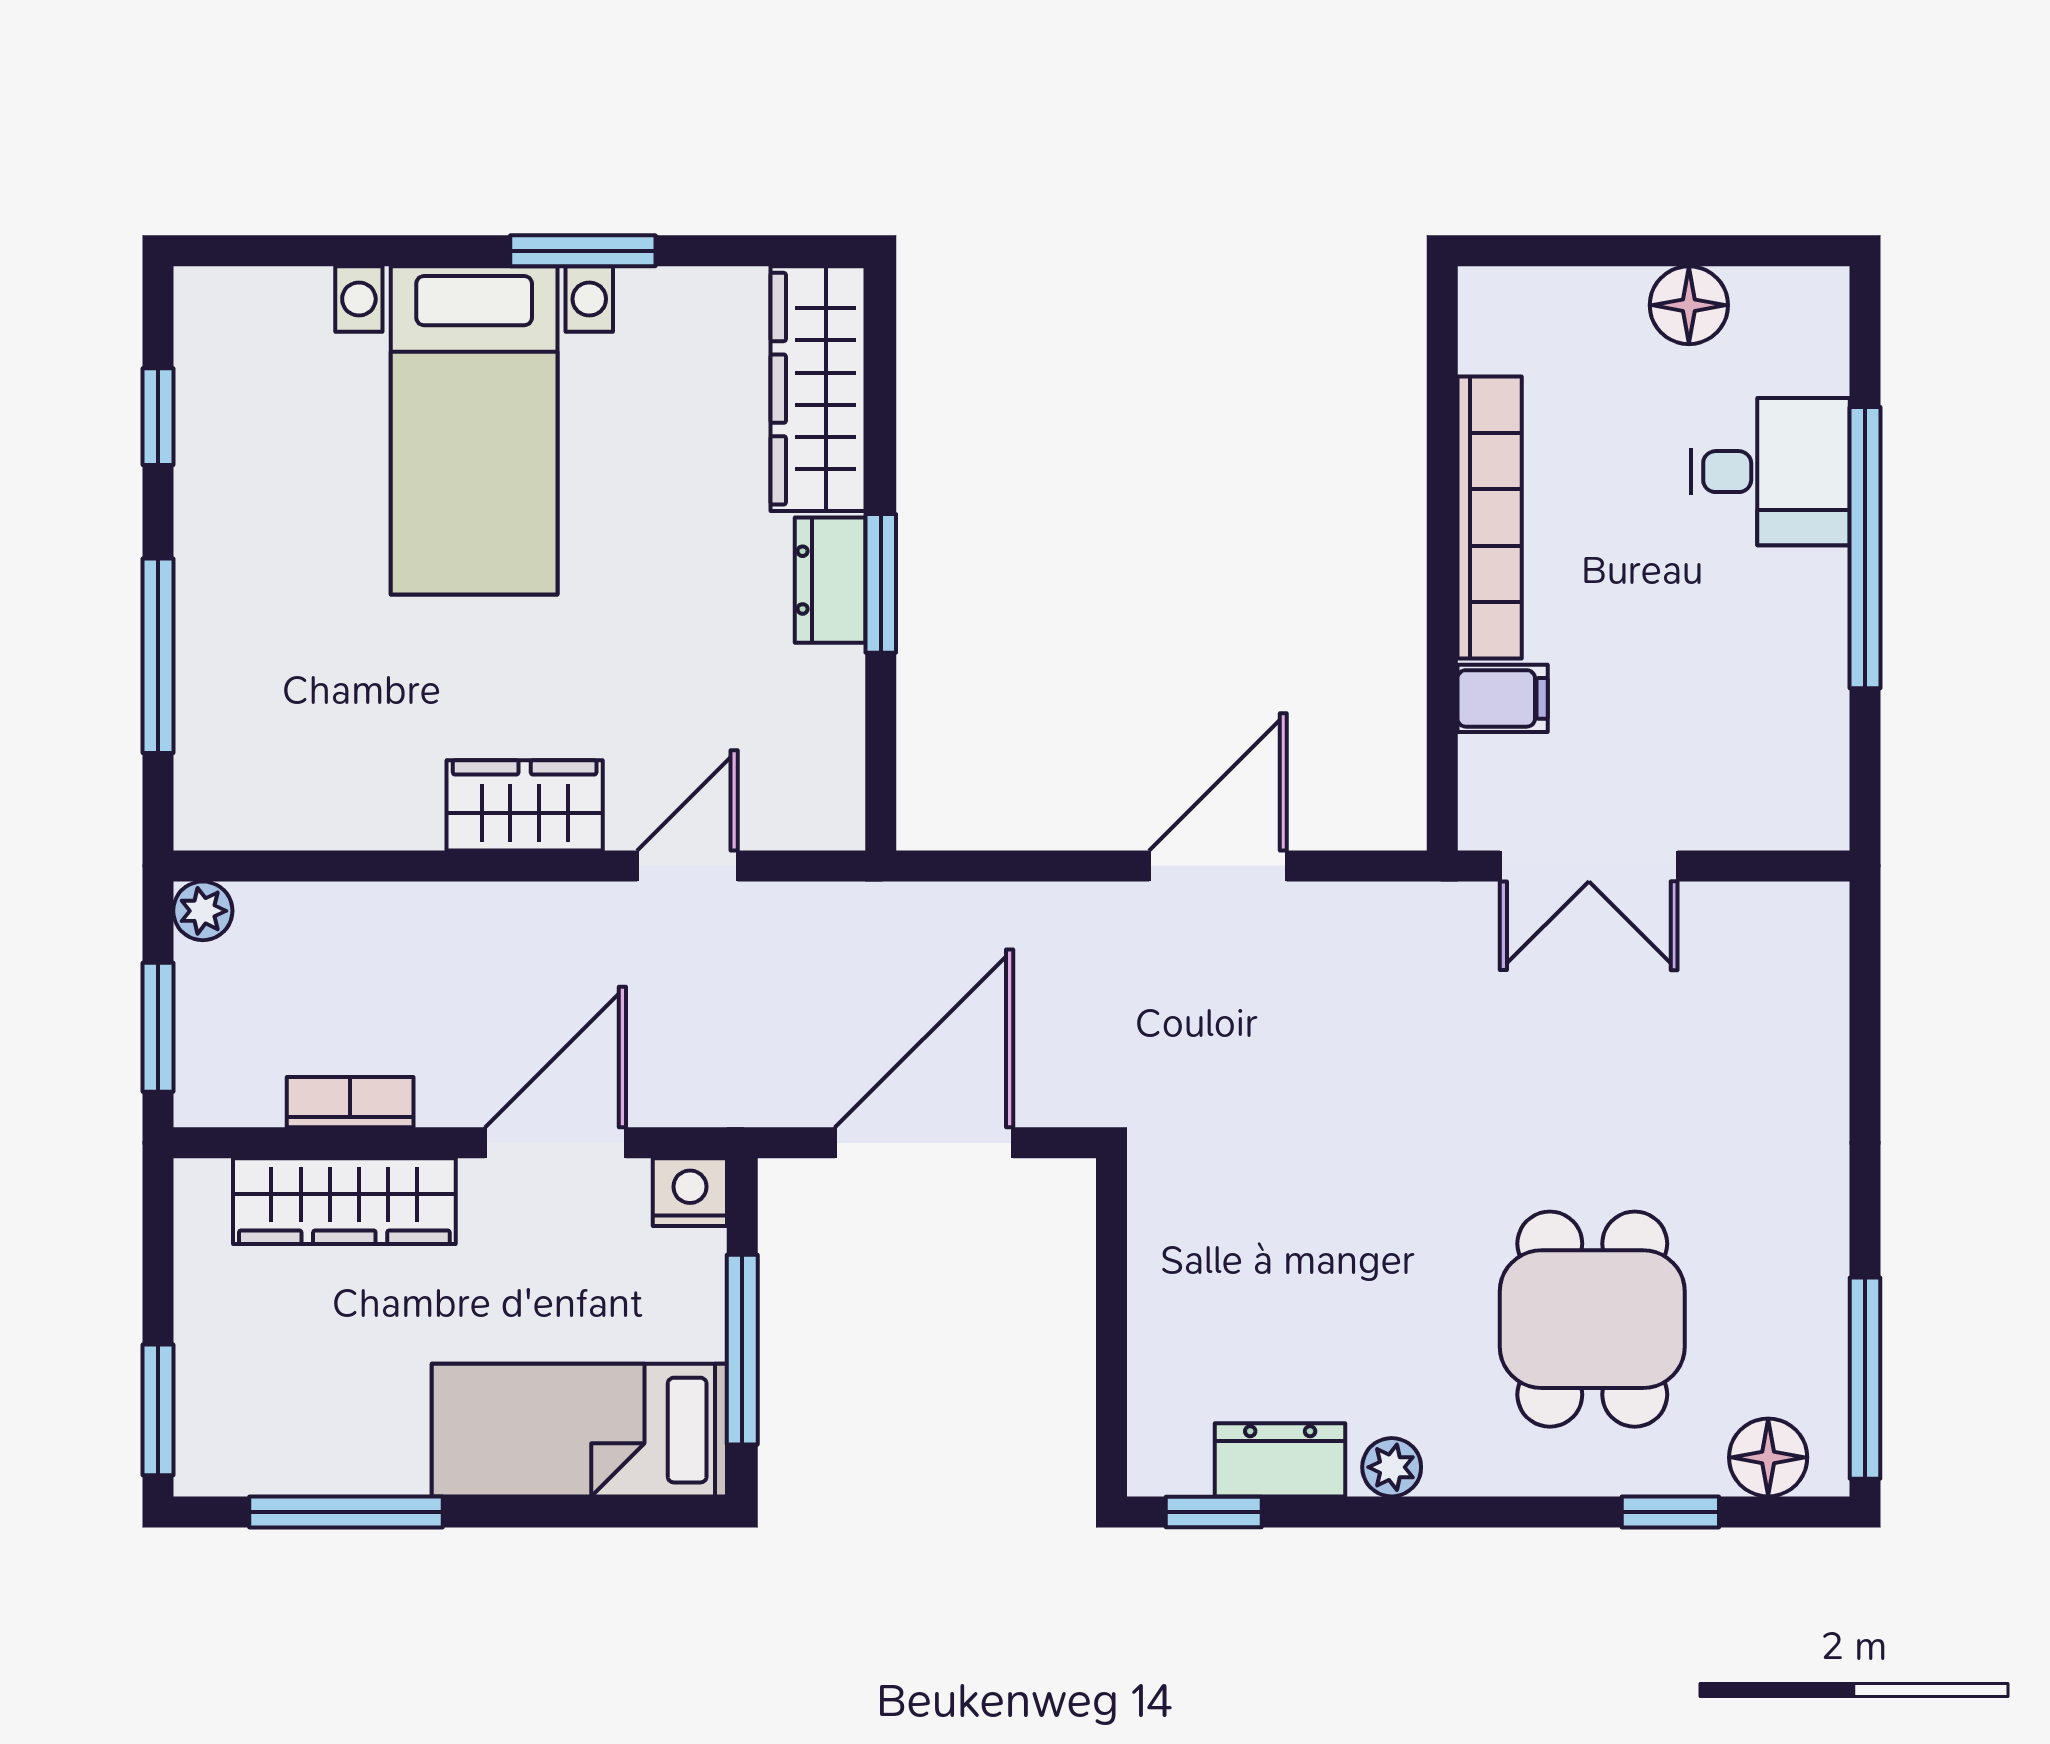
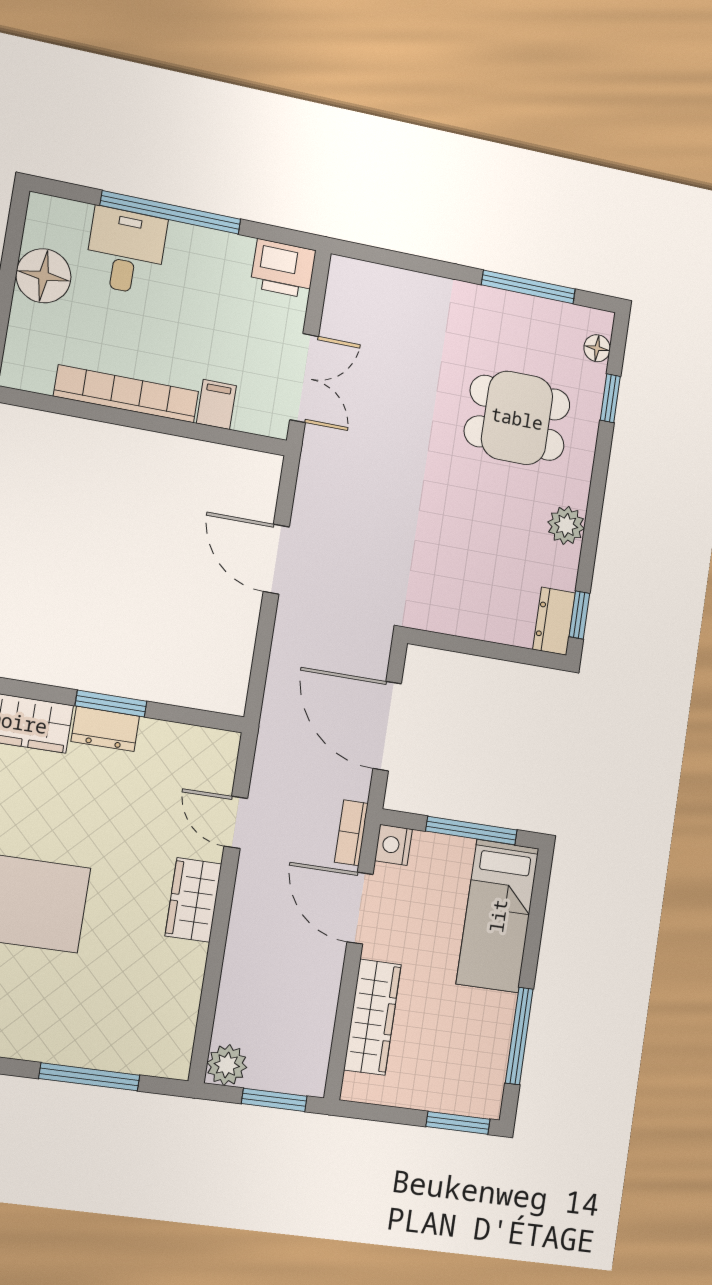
floor lamp: (1689, 305) -> (43, 276), width x1.38, depth x1.38
printer: (1799, 790) -> (283, 269), added
plant: (203, 911) -> (227, 1065), width x1.38, depth x1.38
bookcase: (350, 1102) -> (351, 833), moved
window: (1865, 1378) -> (528, 287), moved
floor lamp: (1768, 1457) -> (597, 348), width x0.73, depth x0.73
dresser: (1280, 1460) -> (554, 621), moved
plant: (1392, 1467) -> (566, 525), width x1.38, depth x1.38

